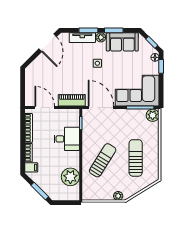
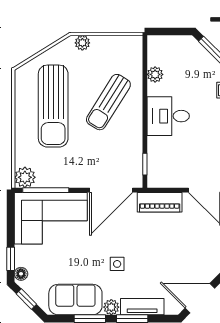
door: (48, 43) -> (200, 298), hinge flipped
door: (101, 108) -> (111, 190), hinge flipped
desk: (67, 139) -> (168, 116), moved
sun lounger: (136, 158) -> (53, 106), width x1.36, depth x1.34
plant: (70, 177) -> (155, 74), width x0.53, depth x0.53

